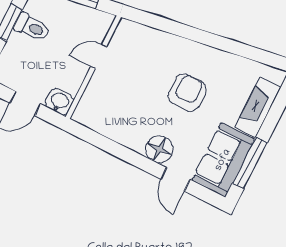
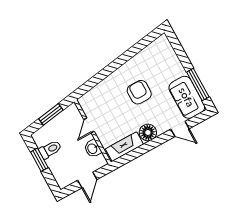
washbasin: (59, 102) -> (93, 149), moved, turned -90
fireplace: (258, 107) -> (124, 147), moved, turned 90
floor lamp: (159, 149) -> (148, 132), moved

